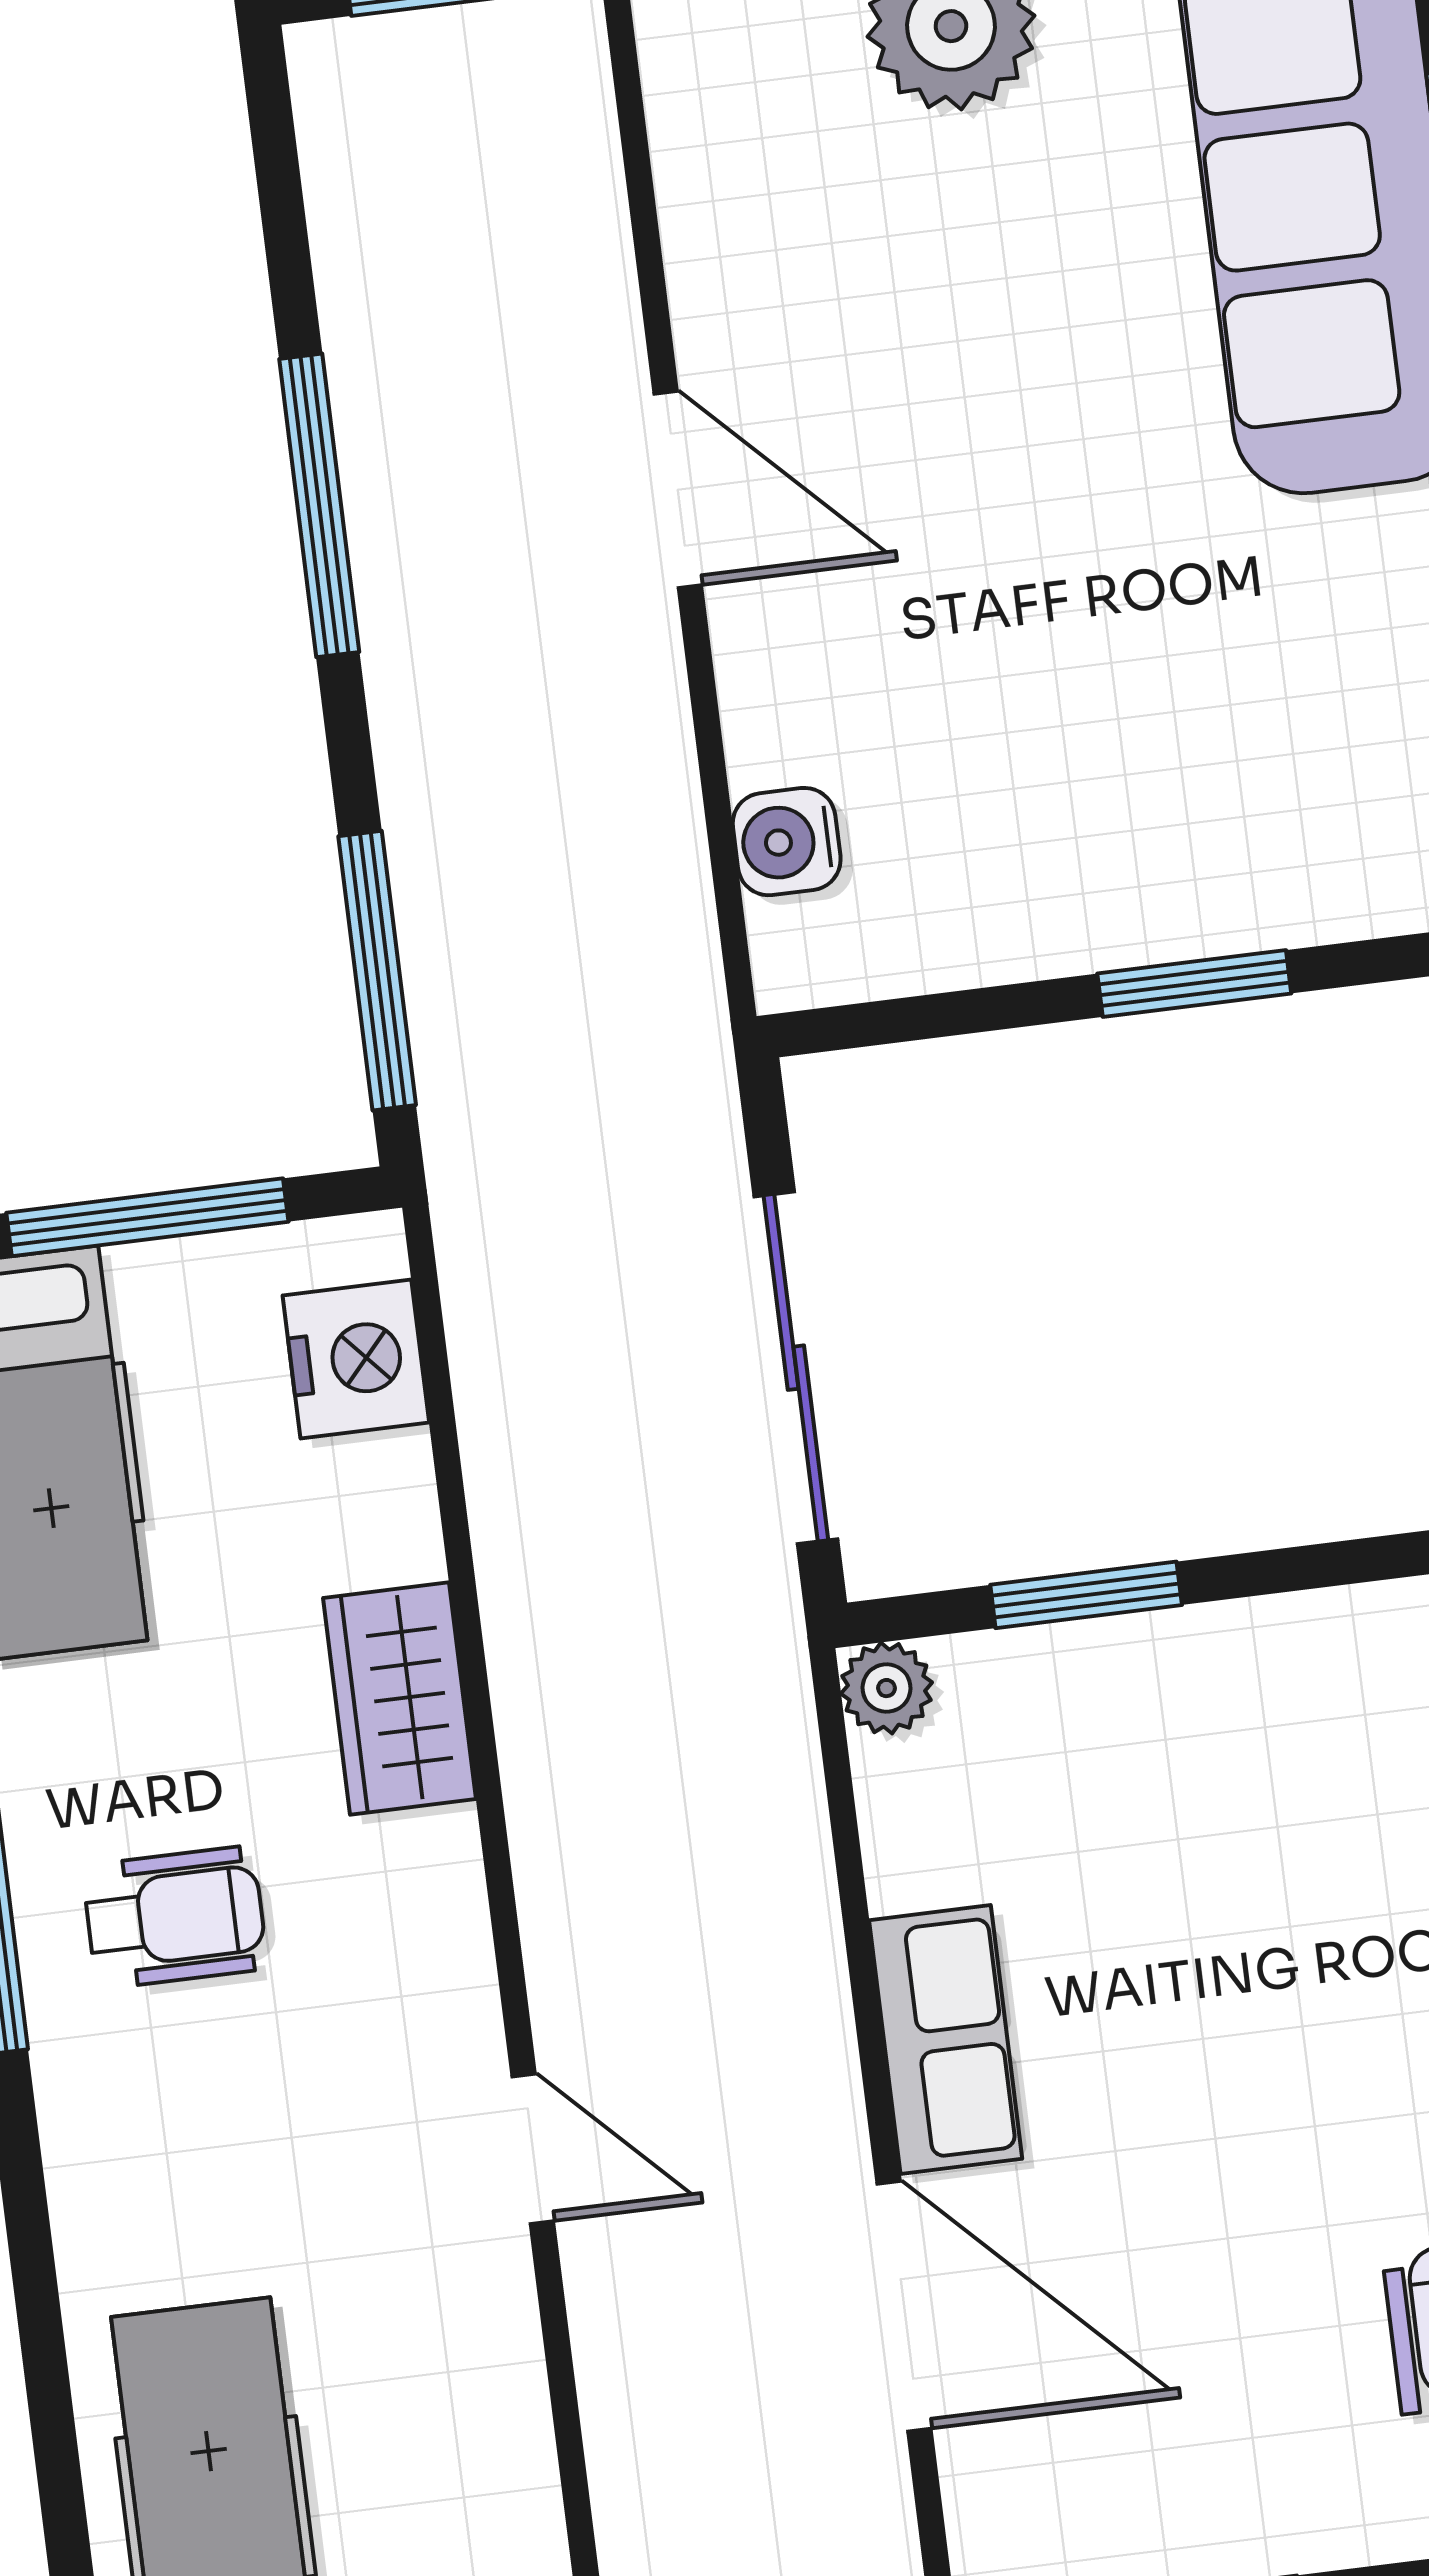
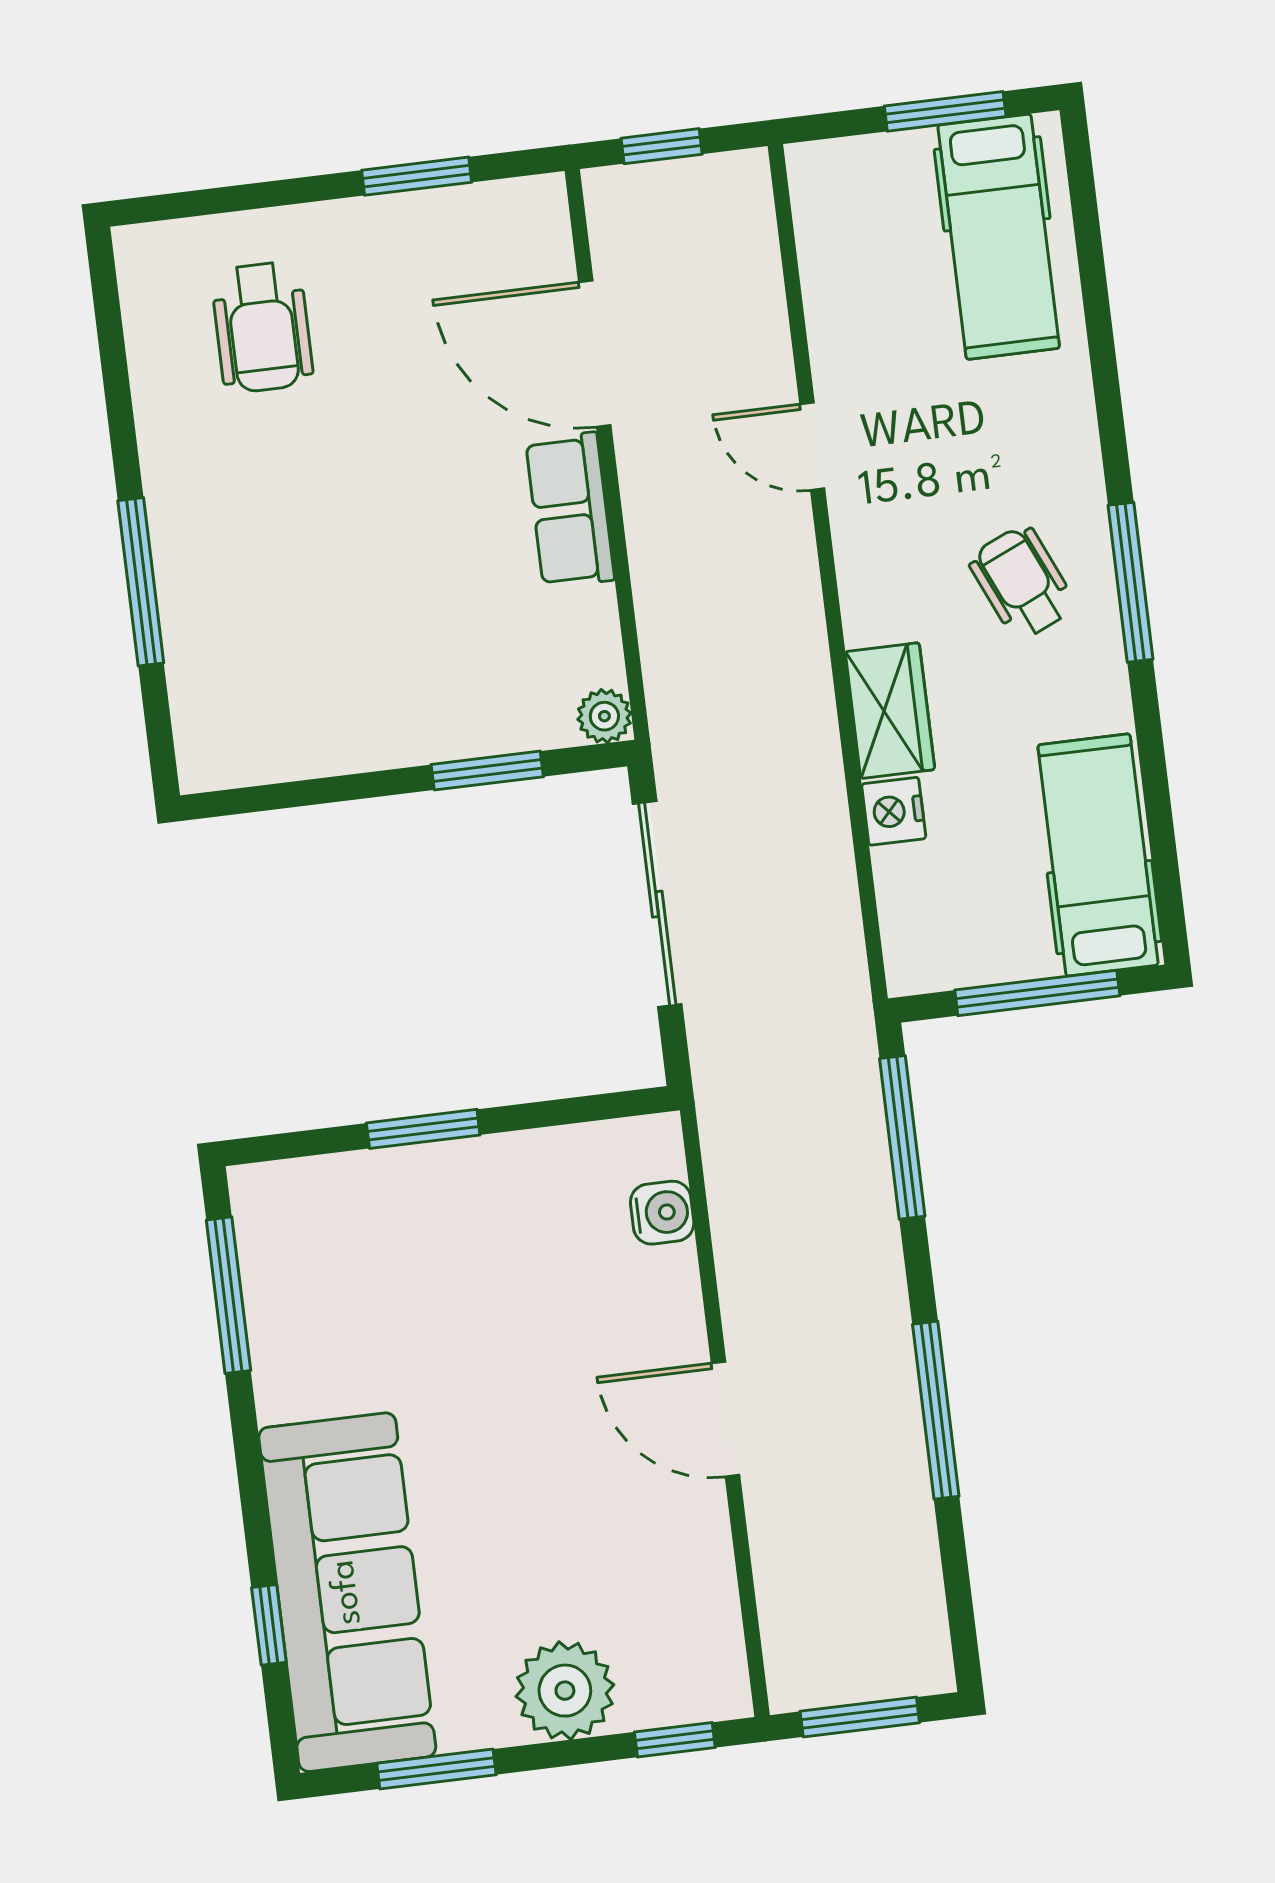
nightstand: (356, 1359) -> (894, 811), moved, width x0.74, depth x0.75
wheelchair: (175, 1917) -> (1022, 582), turned 66

